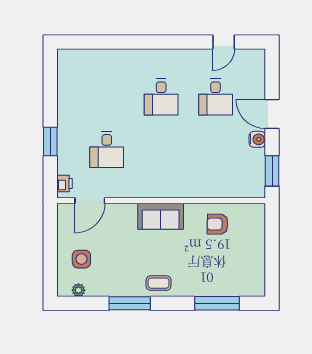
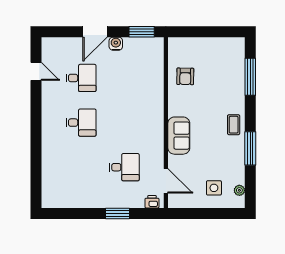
sofa: (161, 216) -> (179, 136), moved

